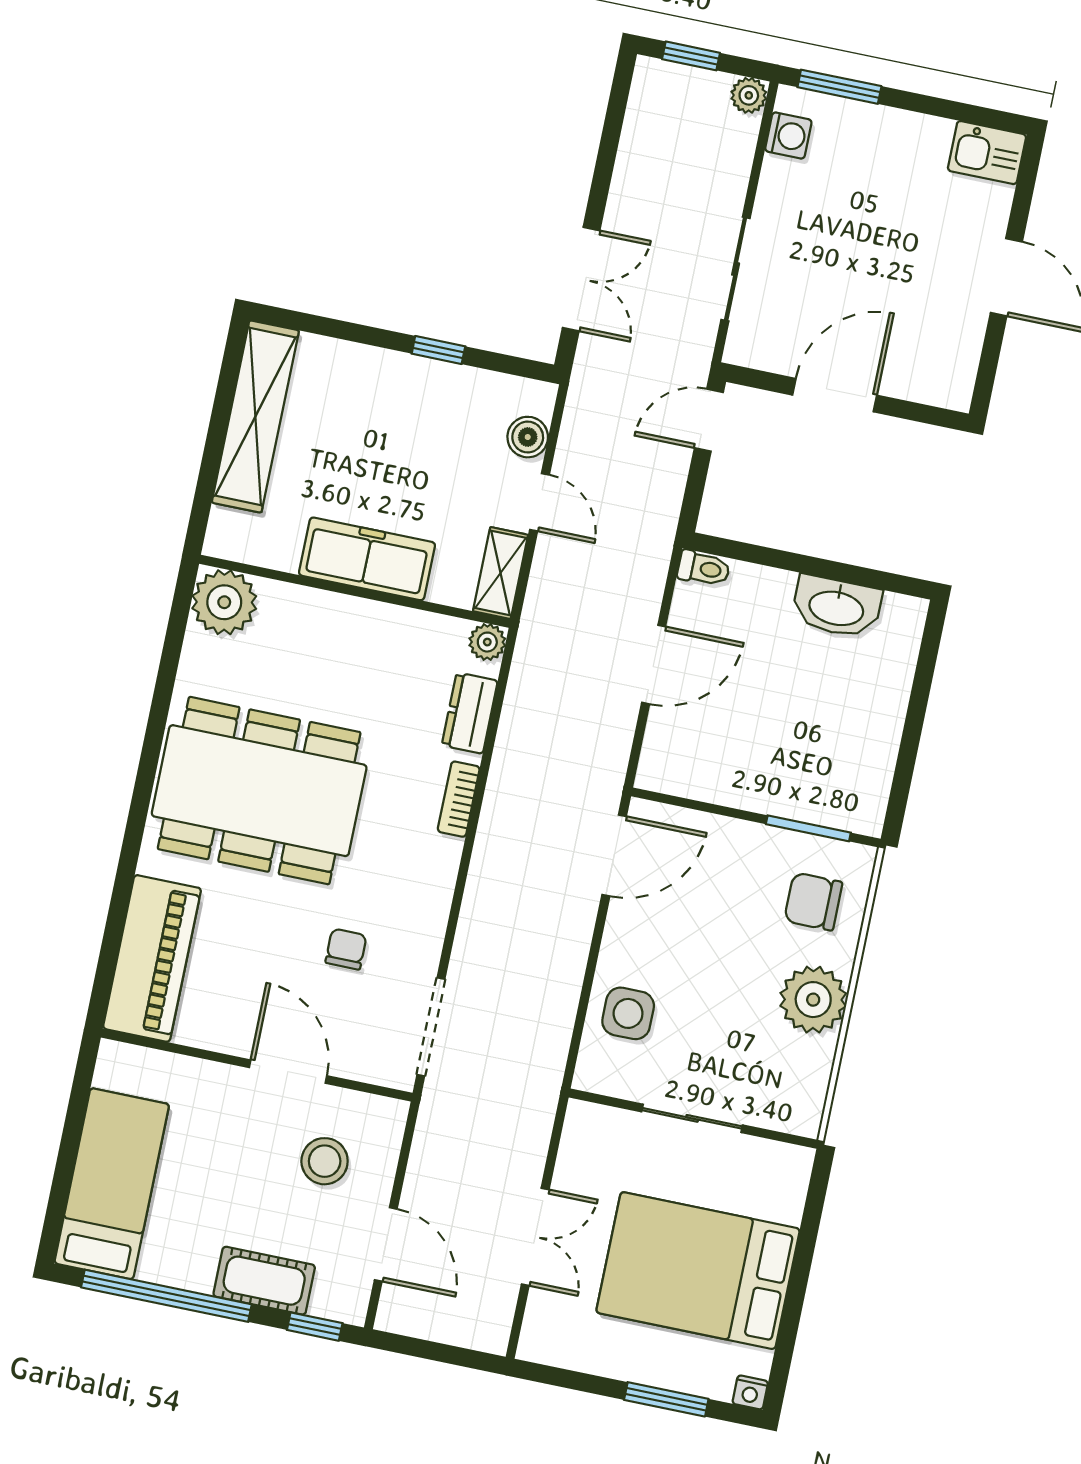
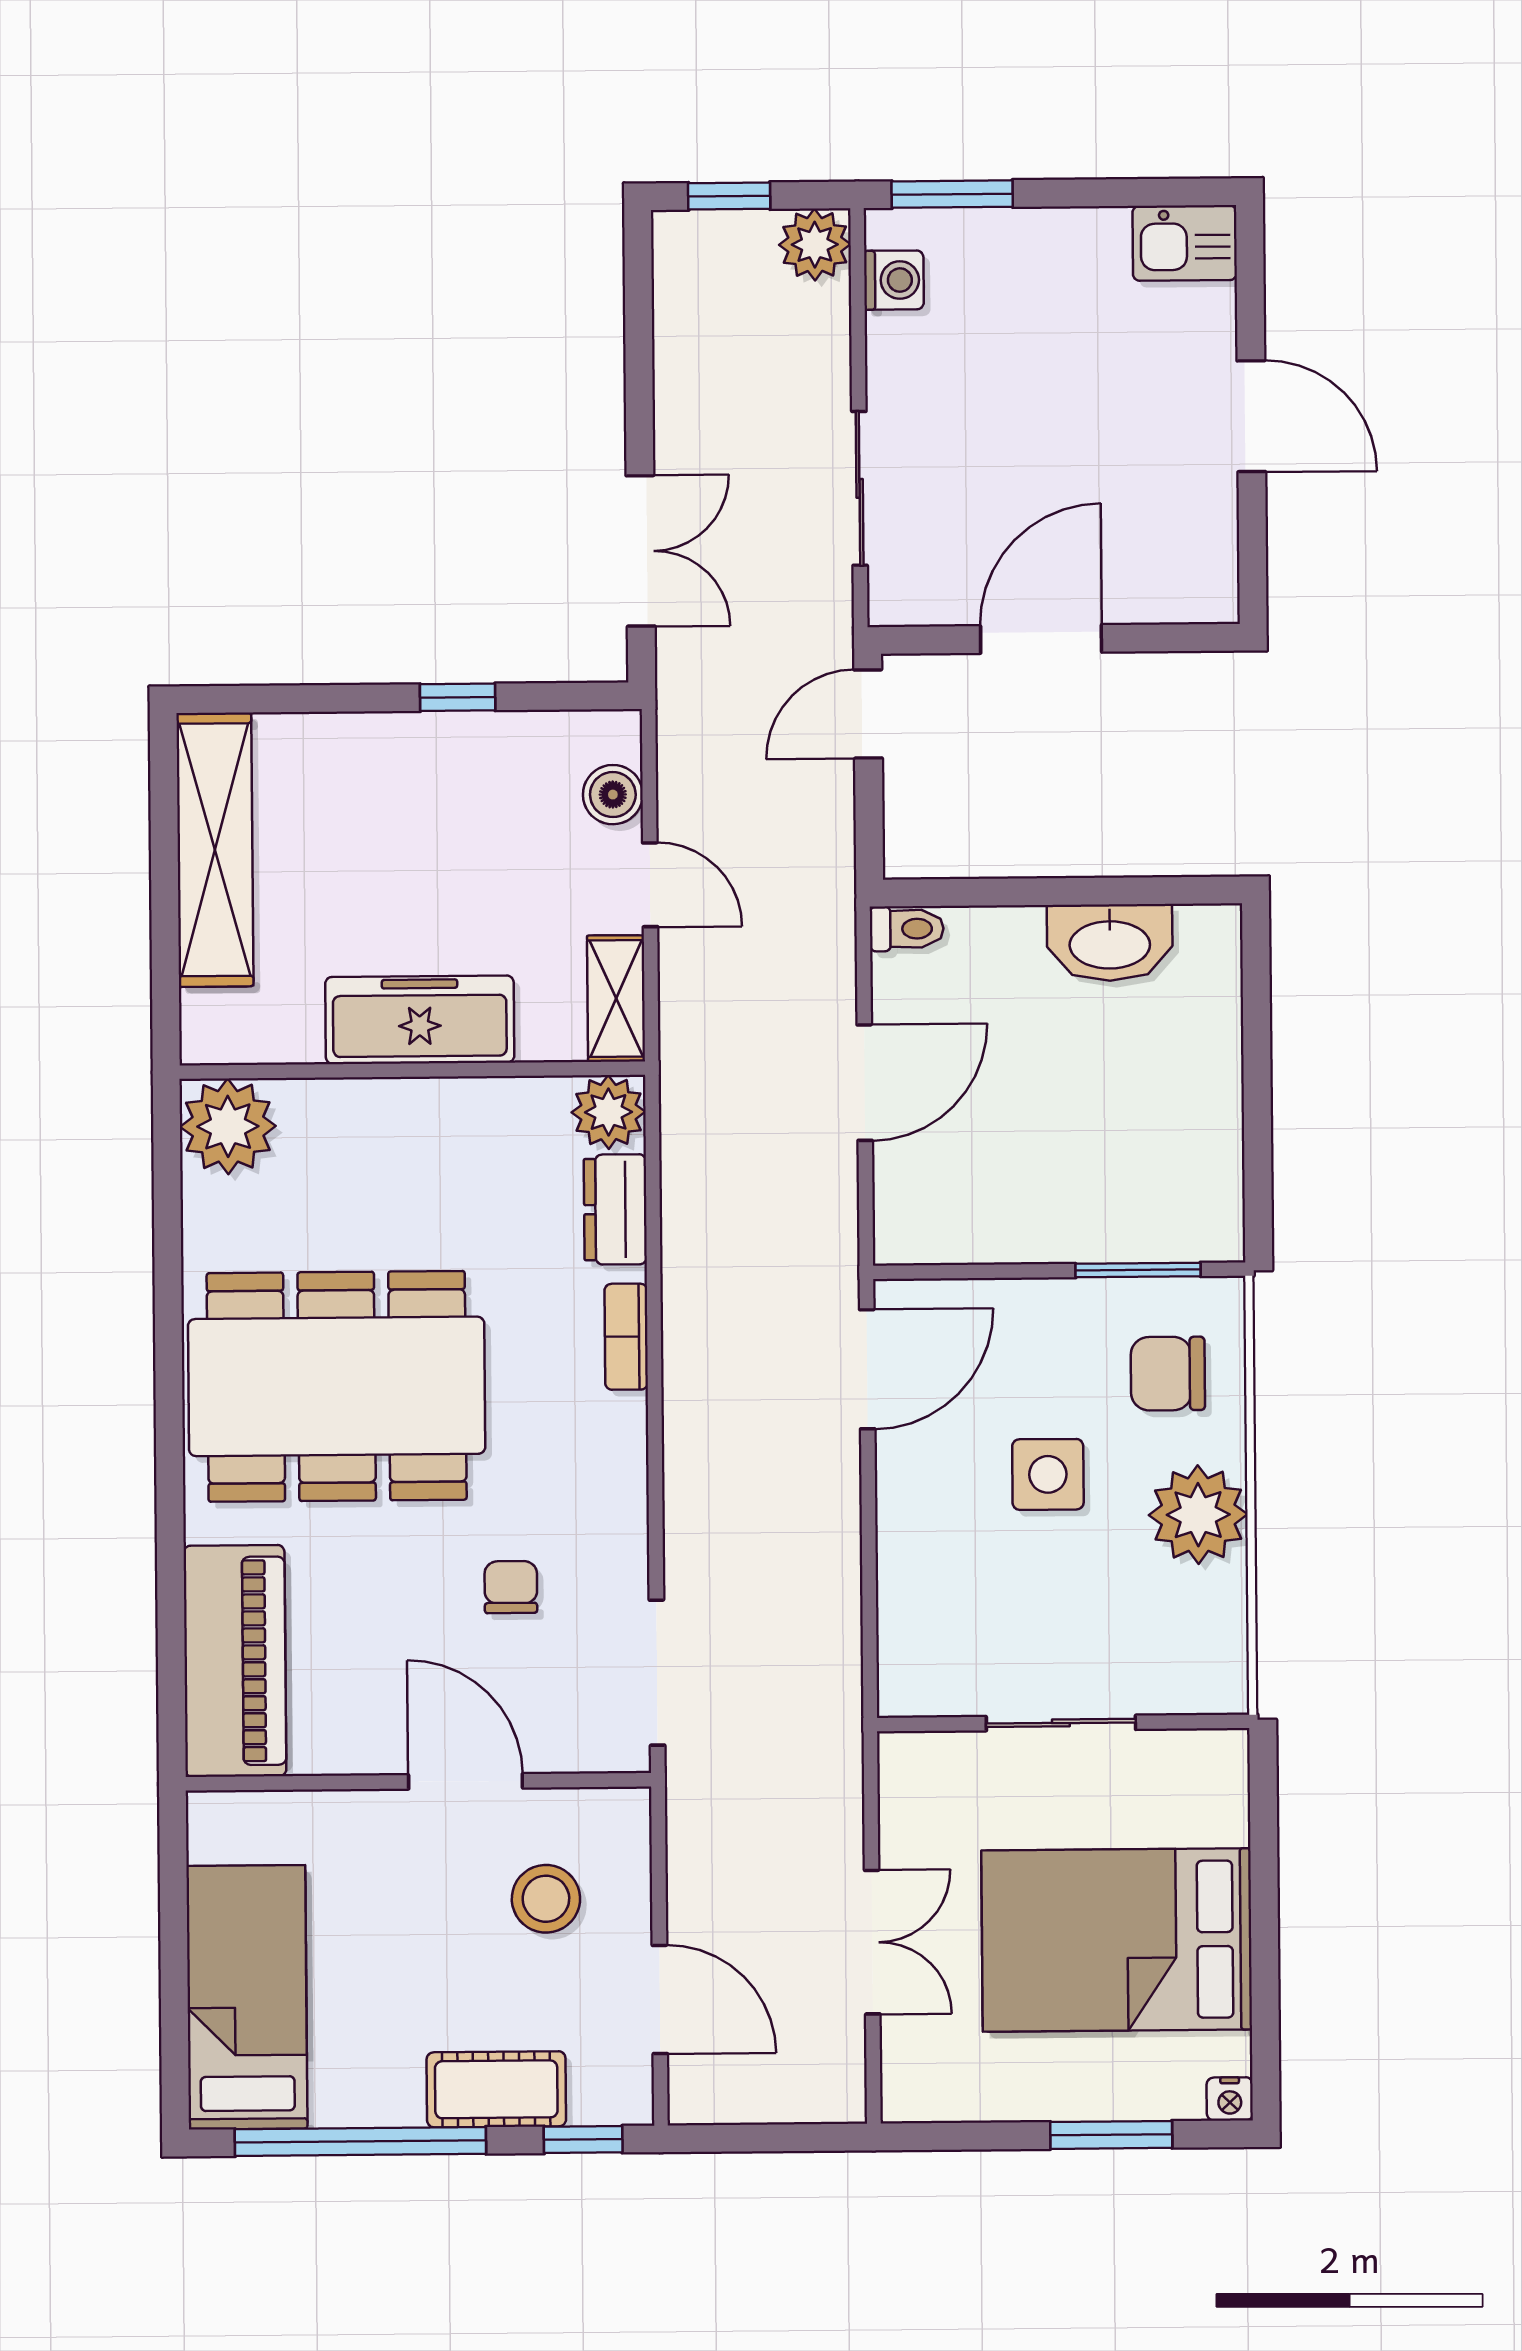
plant: (749, 95) -> (815, 245), width x1.38, depth x1.38
plant: (487, 642) -> (608, 1112), width x1.38, depth x1.38
side table: (628, 1013) -> (1048, 1474), moved

